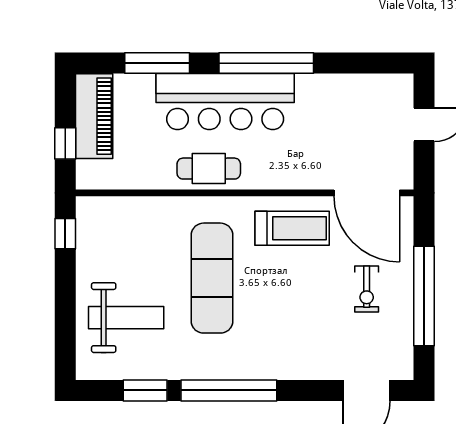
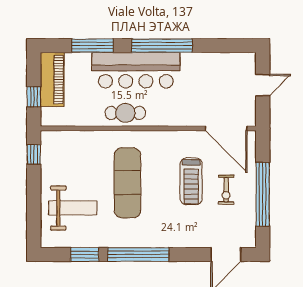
treadmill: (292, 228) -> (191, 181), moved, turned 90

